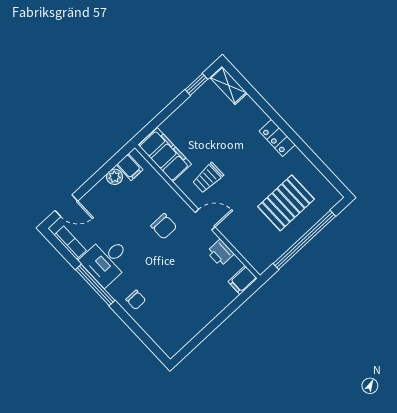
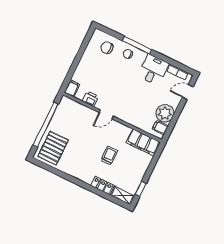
locker: (277, 138) -> (102, 185), moved
plant: (114, 177) -> (165, 113), width x1.88, depth x1.88
trolley: (208, 178) -> (109, 155), moved
pallet: (286, 203) -> (53, 148), moved
chair: (164, 226) -> (107, 48), moved
window: (95, 285) -> (137, 45), moved

